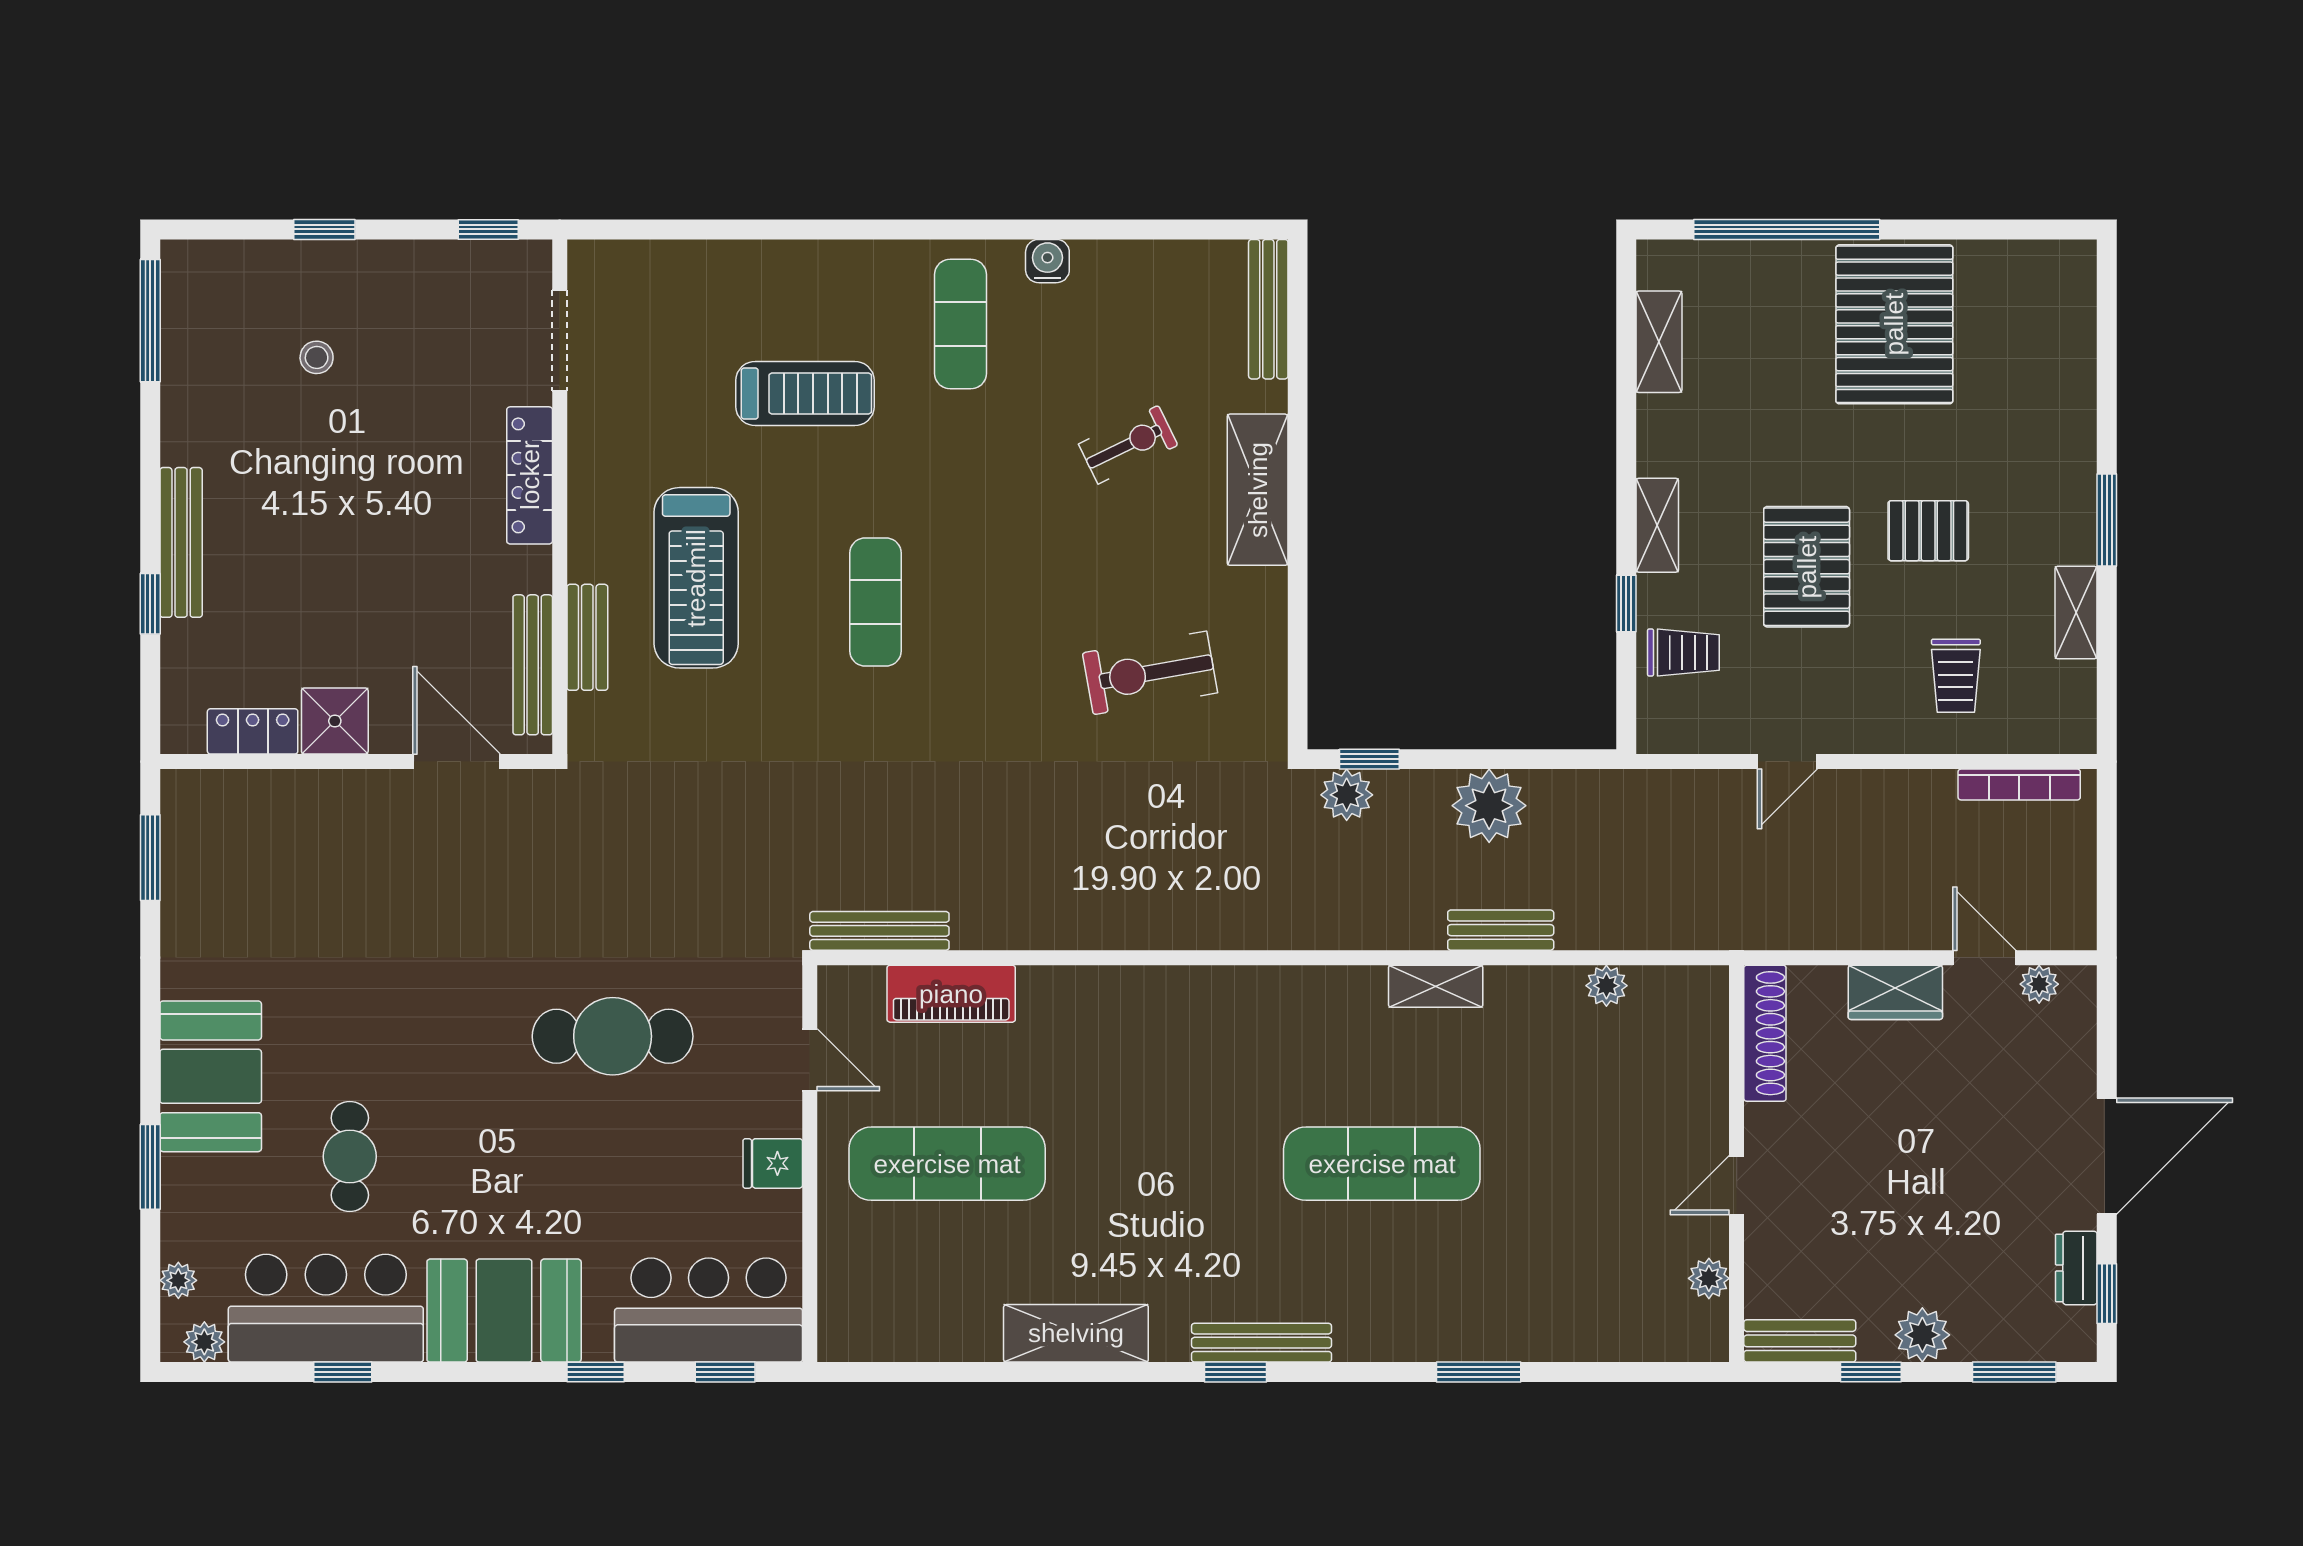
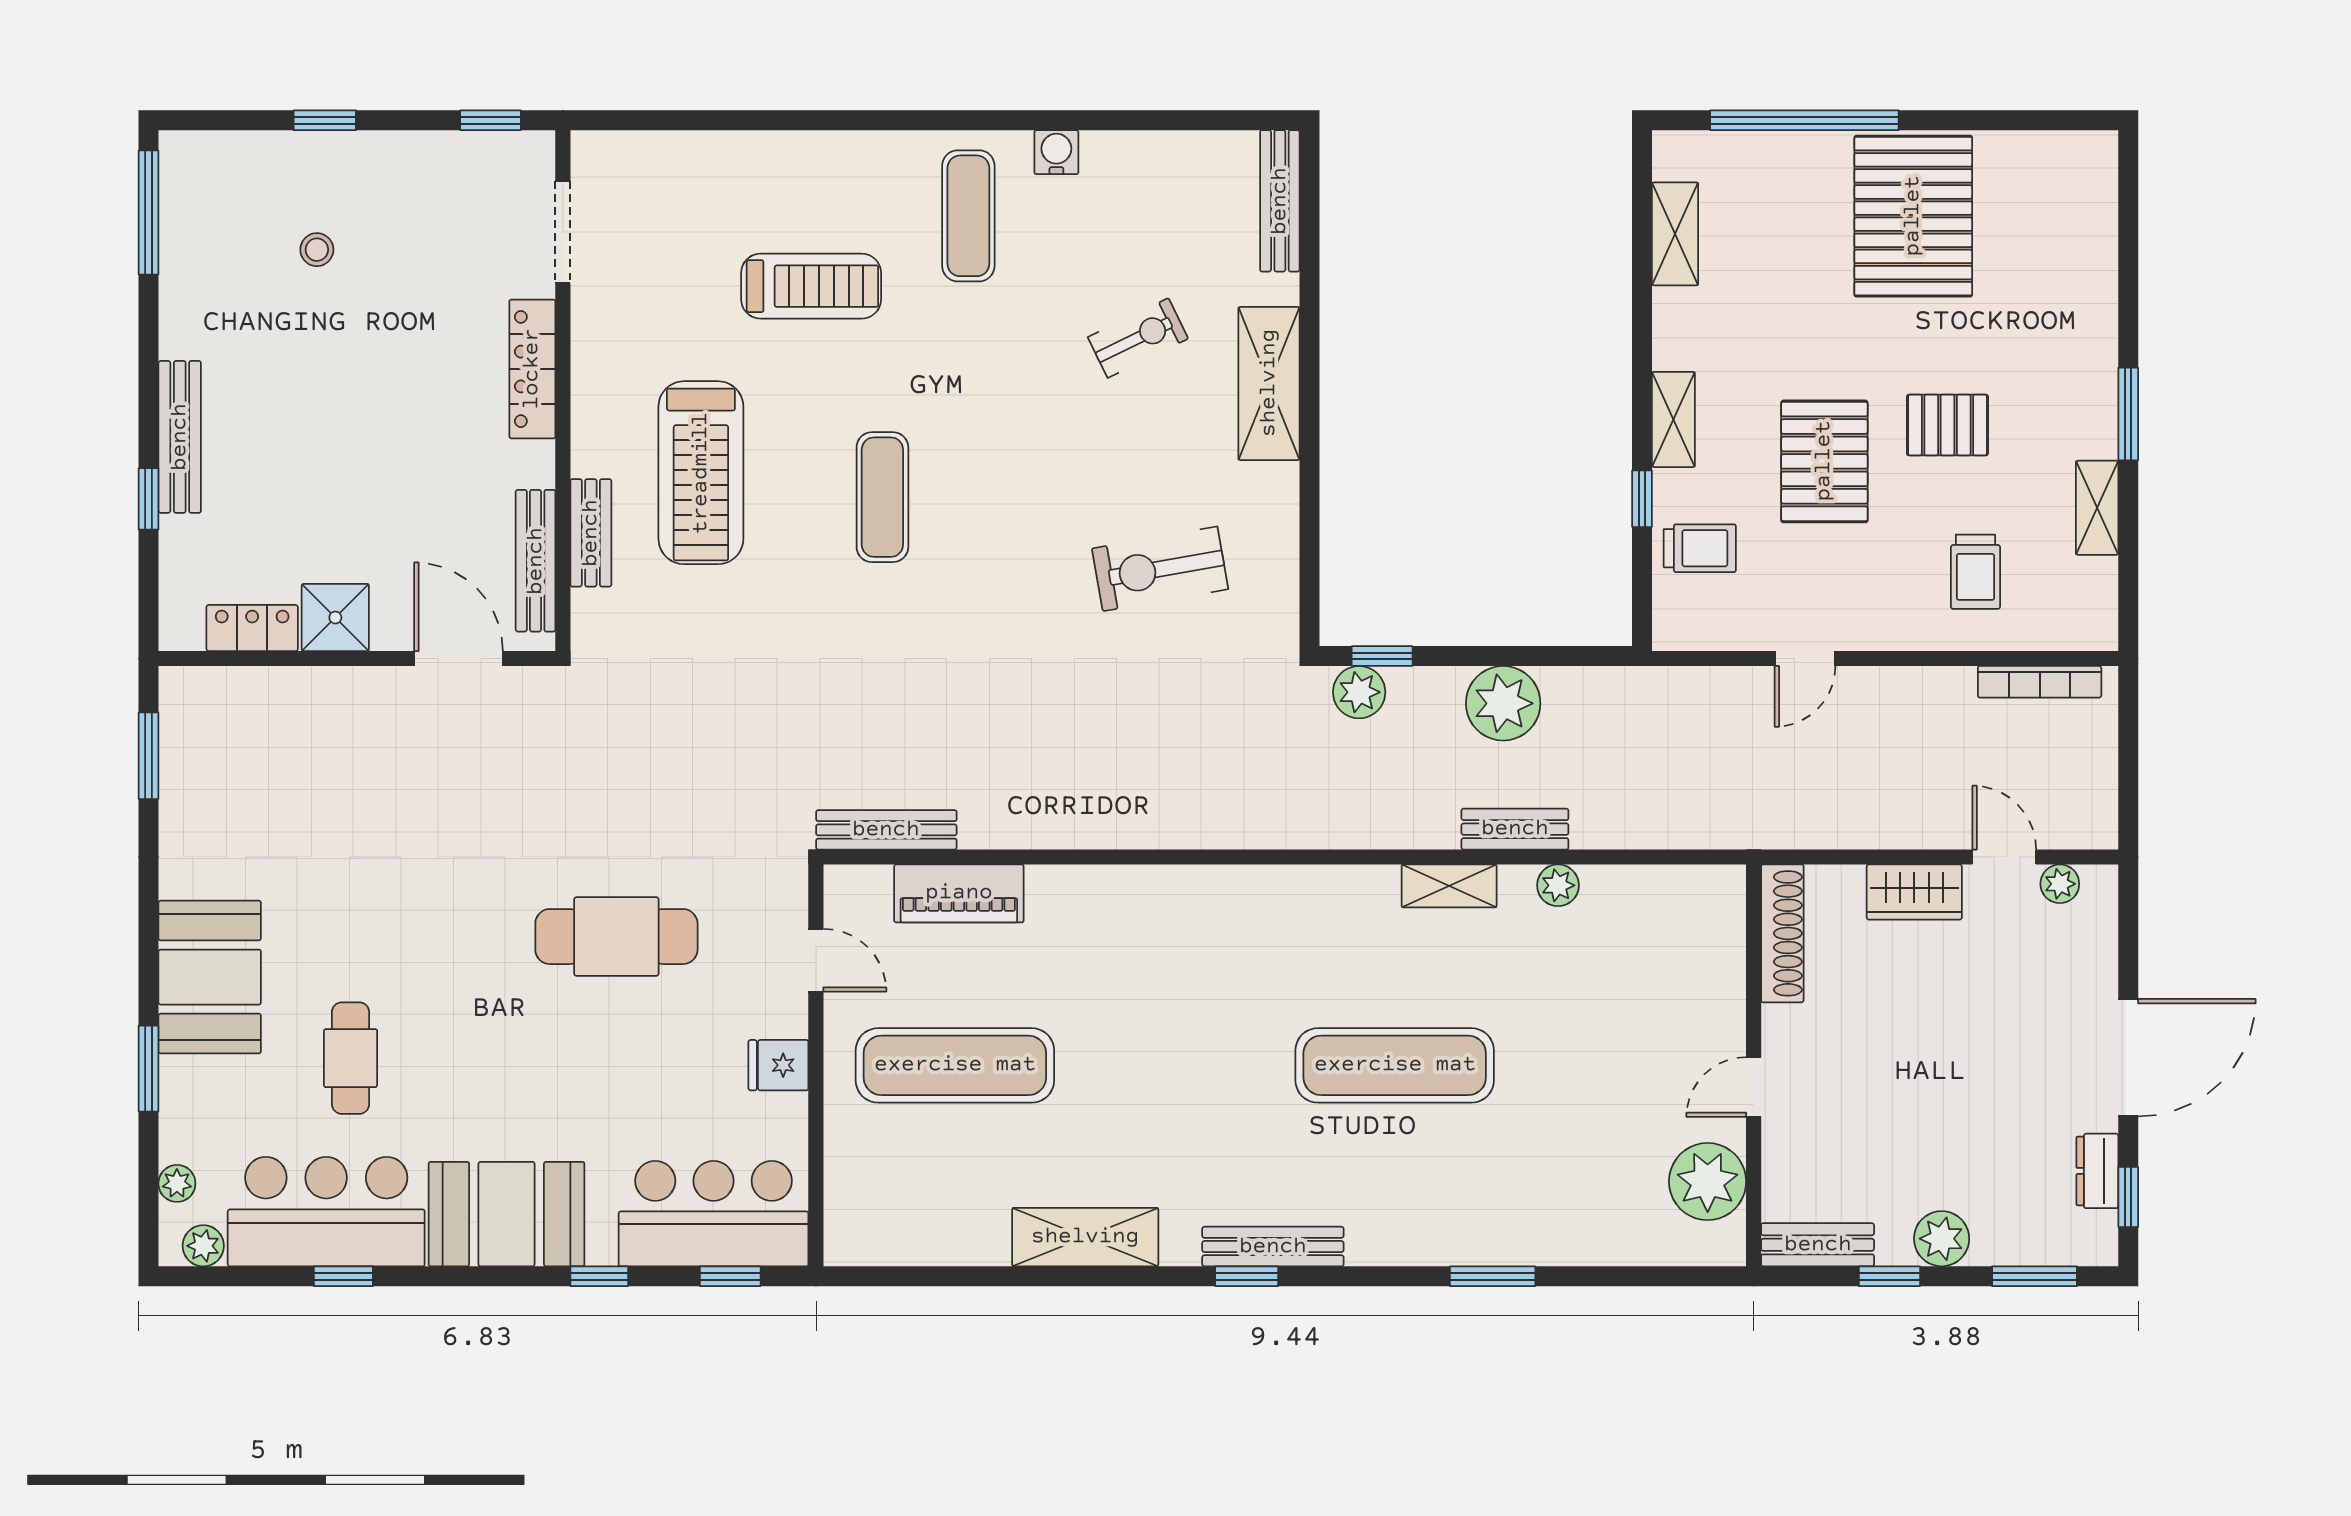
plant: (1606, 986) -> (1558, 885), moved
plant: (1709, 1278) -> (1708, 1182), width x1.87, depth x1.87

